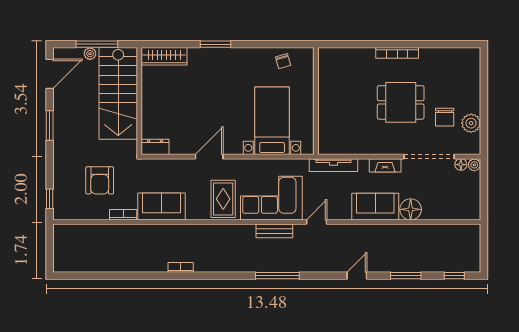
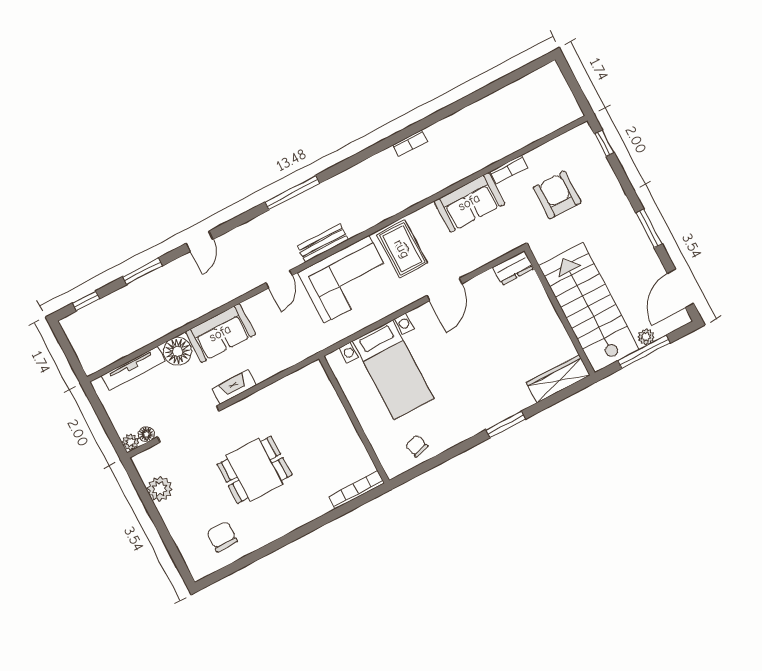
bookcase: (397, 53) -> (357, 490), moved
chair: (445, 117) -> (222, 537), moved
tv unit: (334, 165) -> (133, 369), moved, turned 180

